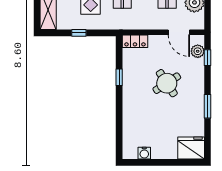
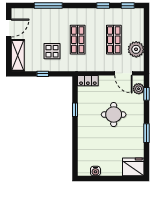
round table: (167, 83) -> (114, 115), turned 33

